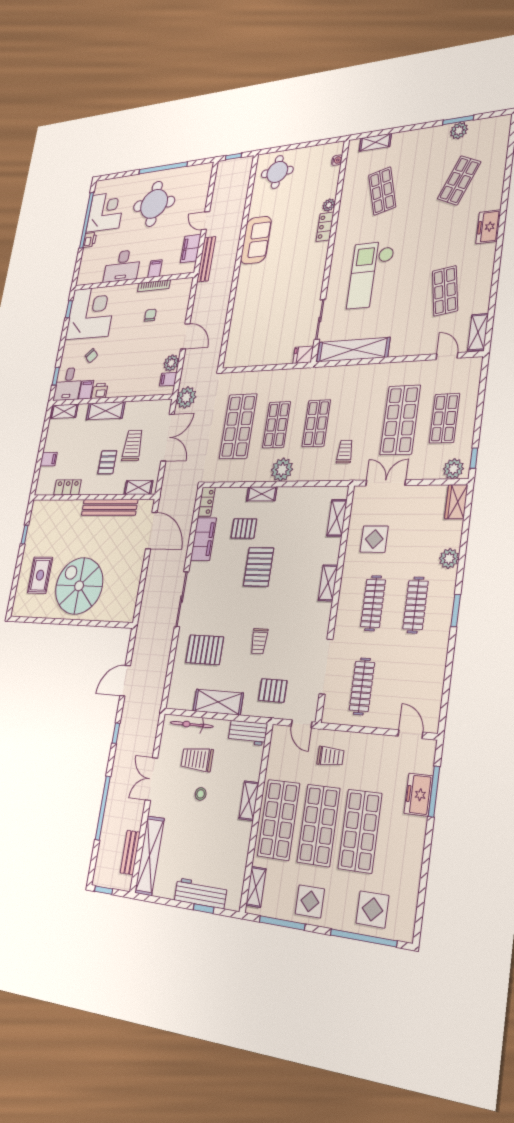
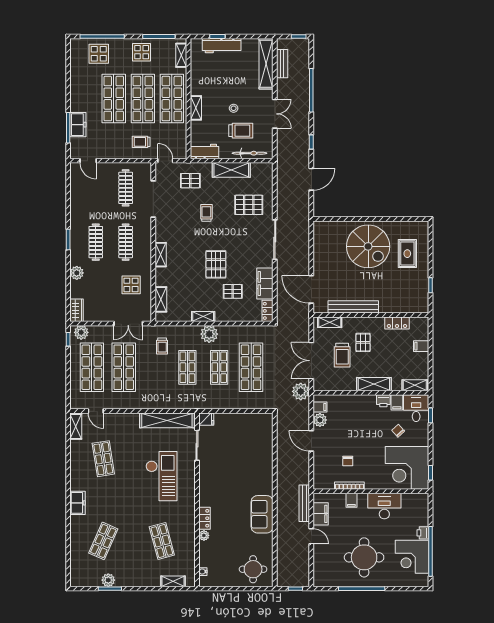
shop shelf: (445, 418) -> (92, 367), width x1.43, depth x1.36
shelving: (262, 494) -> (203, 317), moved

